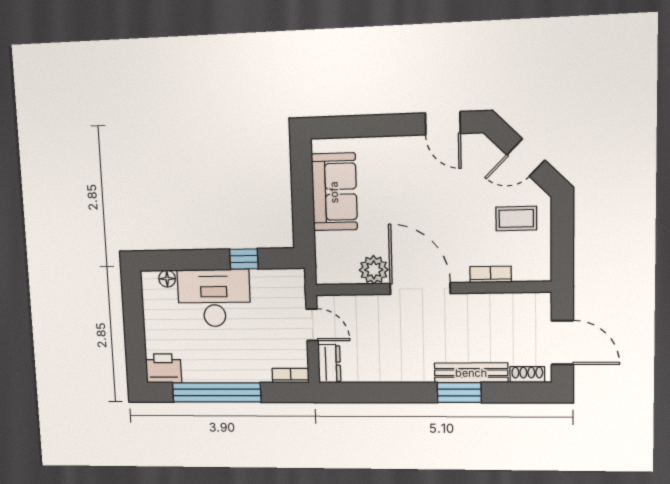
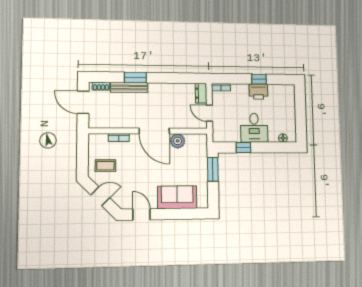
sofa: (334, 192) -> (177, 197), moved, turned 90
window: (303, 215) -> (213, 169), added
desk: (214, 298) -> (254, 128), width x0.73
printer: (163, 368) -> (258, 92), moved
window: (217, 392) -> (259, 79), width x0.32

